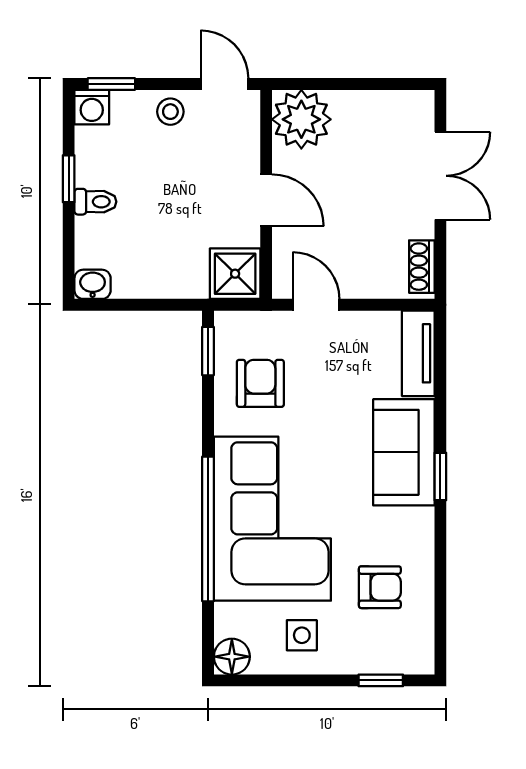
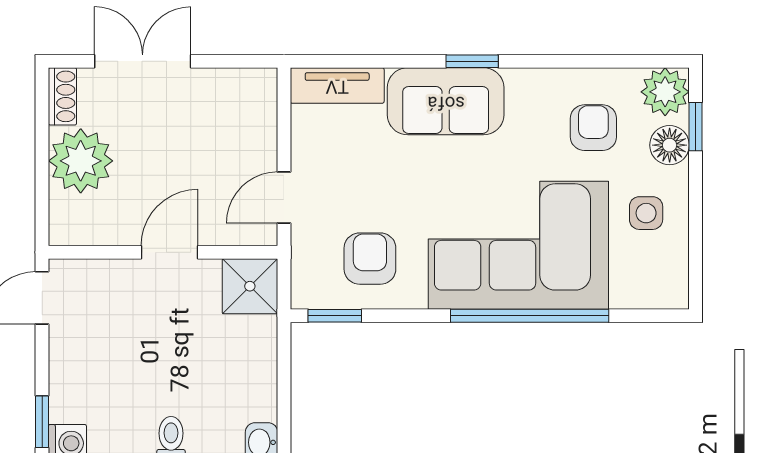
stool: (170, 112) -> (72, 357), removed
plant: (301, 119) -> (81, 161), moved
shoe rack: (422, 267) -> (62, 96), moved, turned -90
armchair: (260, 383) -> (370, 259), turned 90
plant: (413, 653) -> (665, 92), added
floor lamp: (232, 657) -> (670, 145), moved

